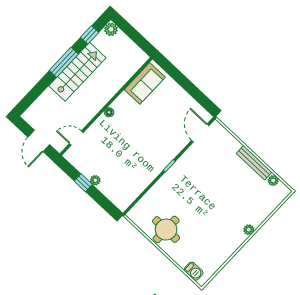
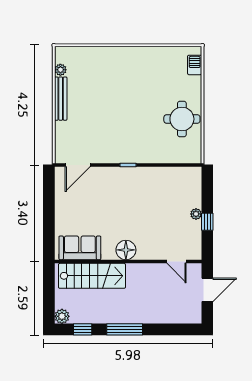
stairs: (77, 72) -> (92, 276), moved, turned 180
floor lamp: (109, 112) -> (126, 250), width x1.89, depth x1.89
plant: (249, 230) -> (119, 52), removed

